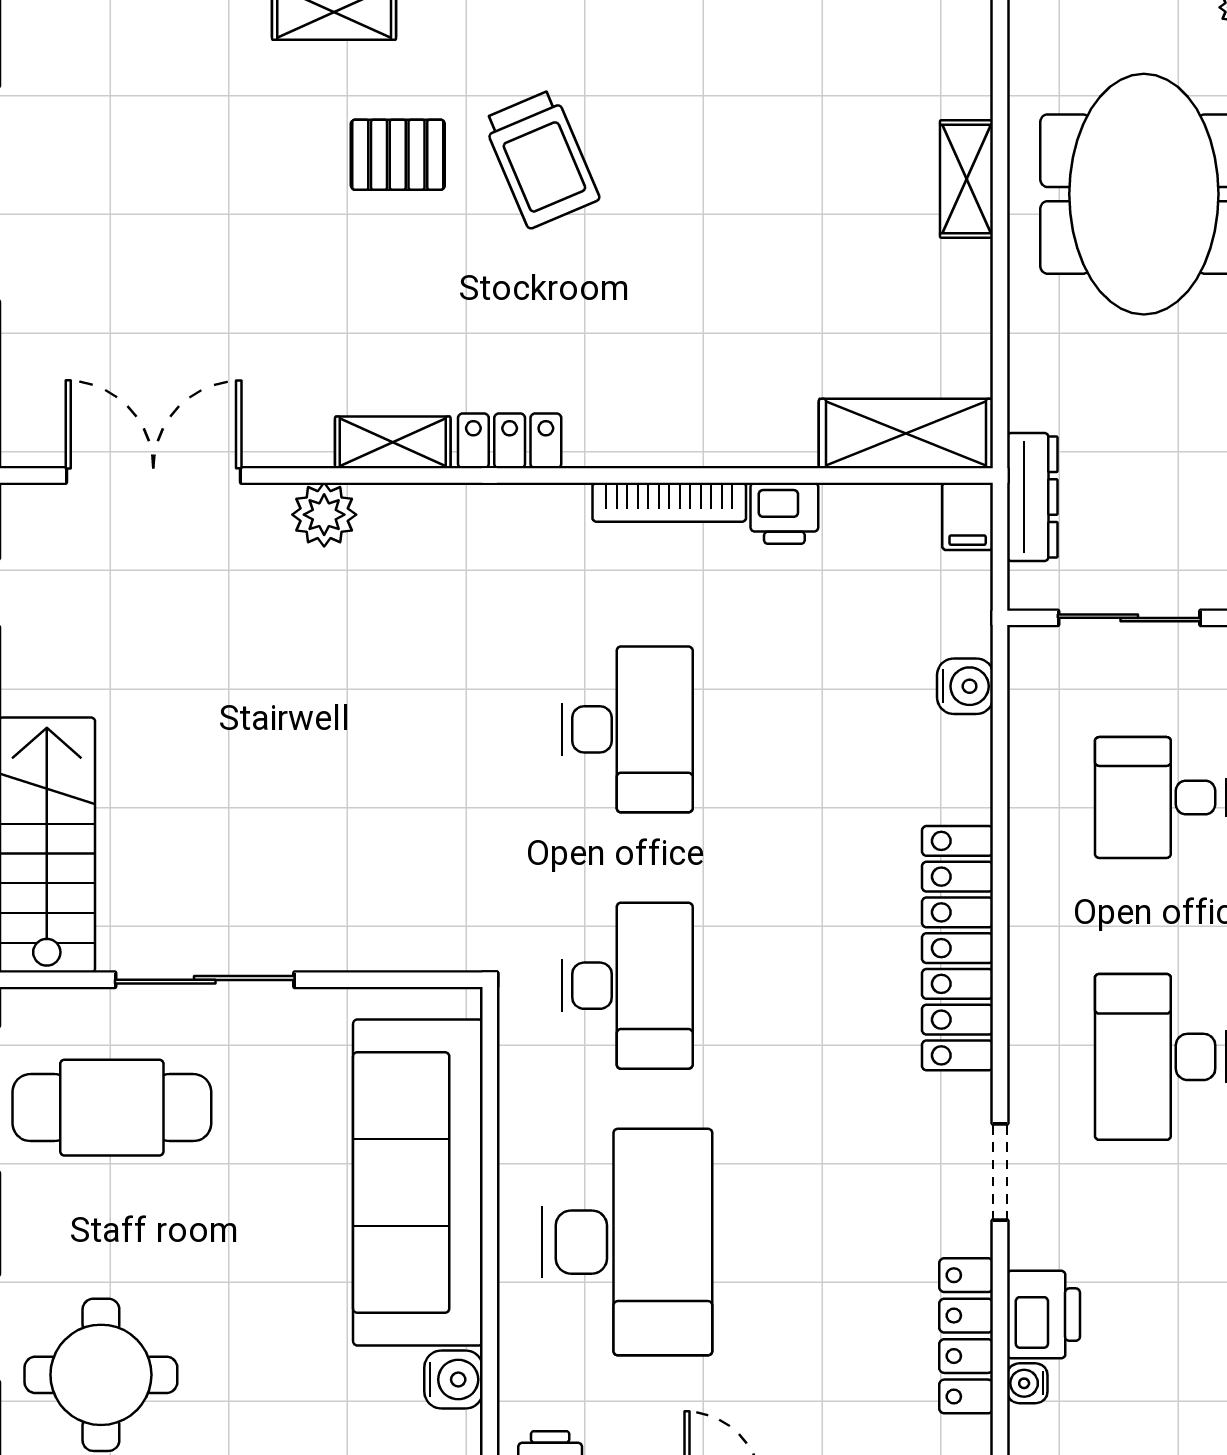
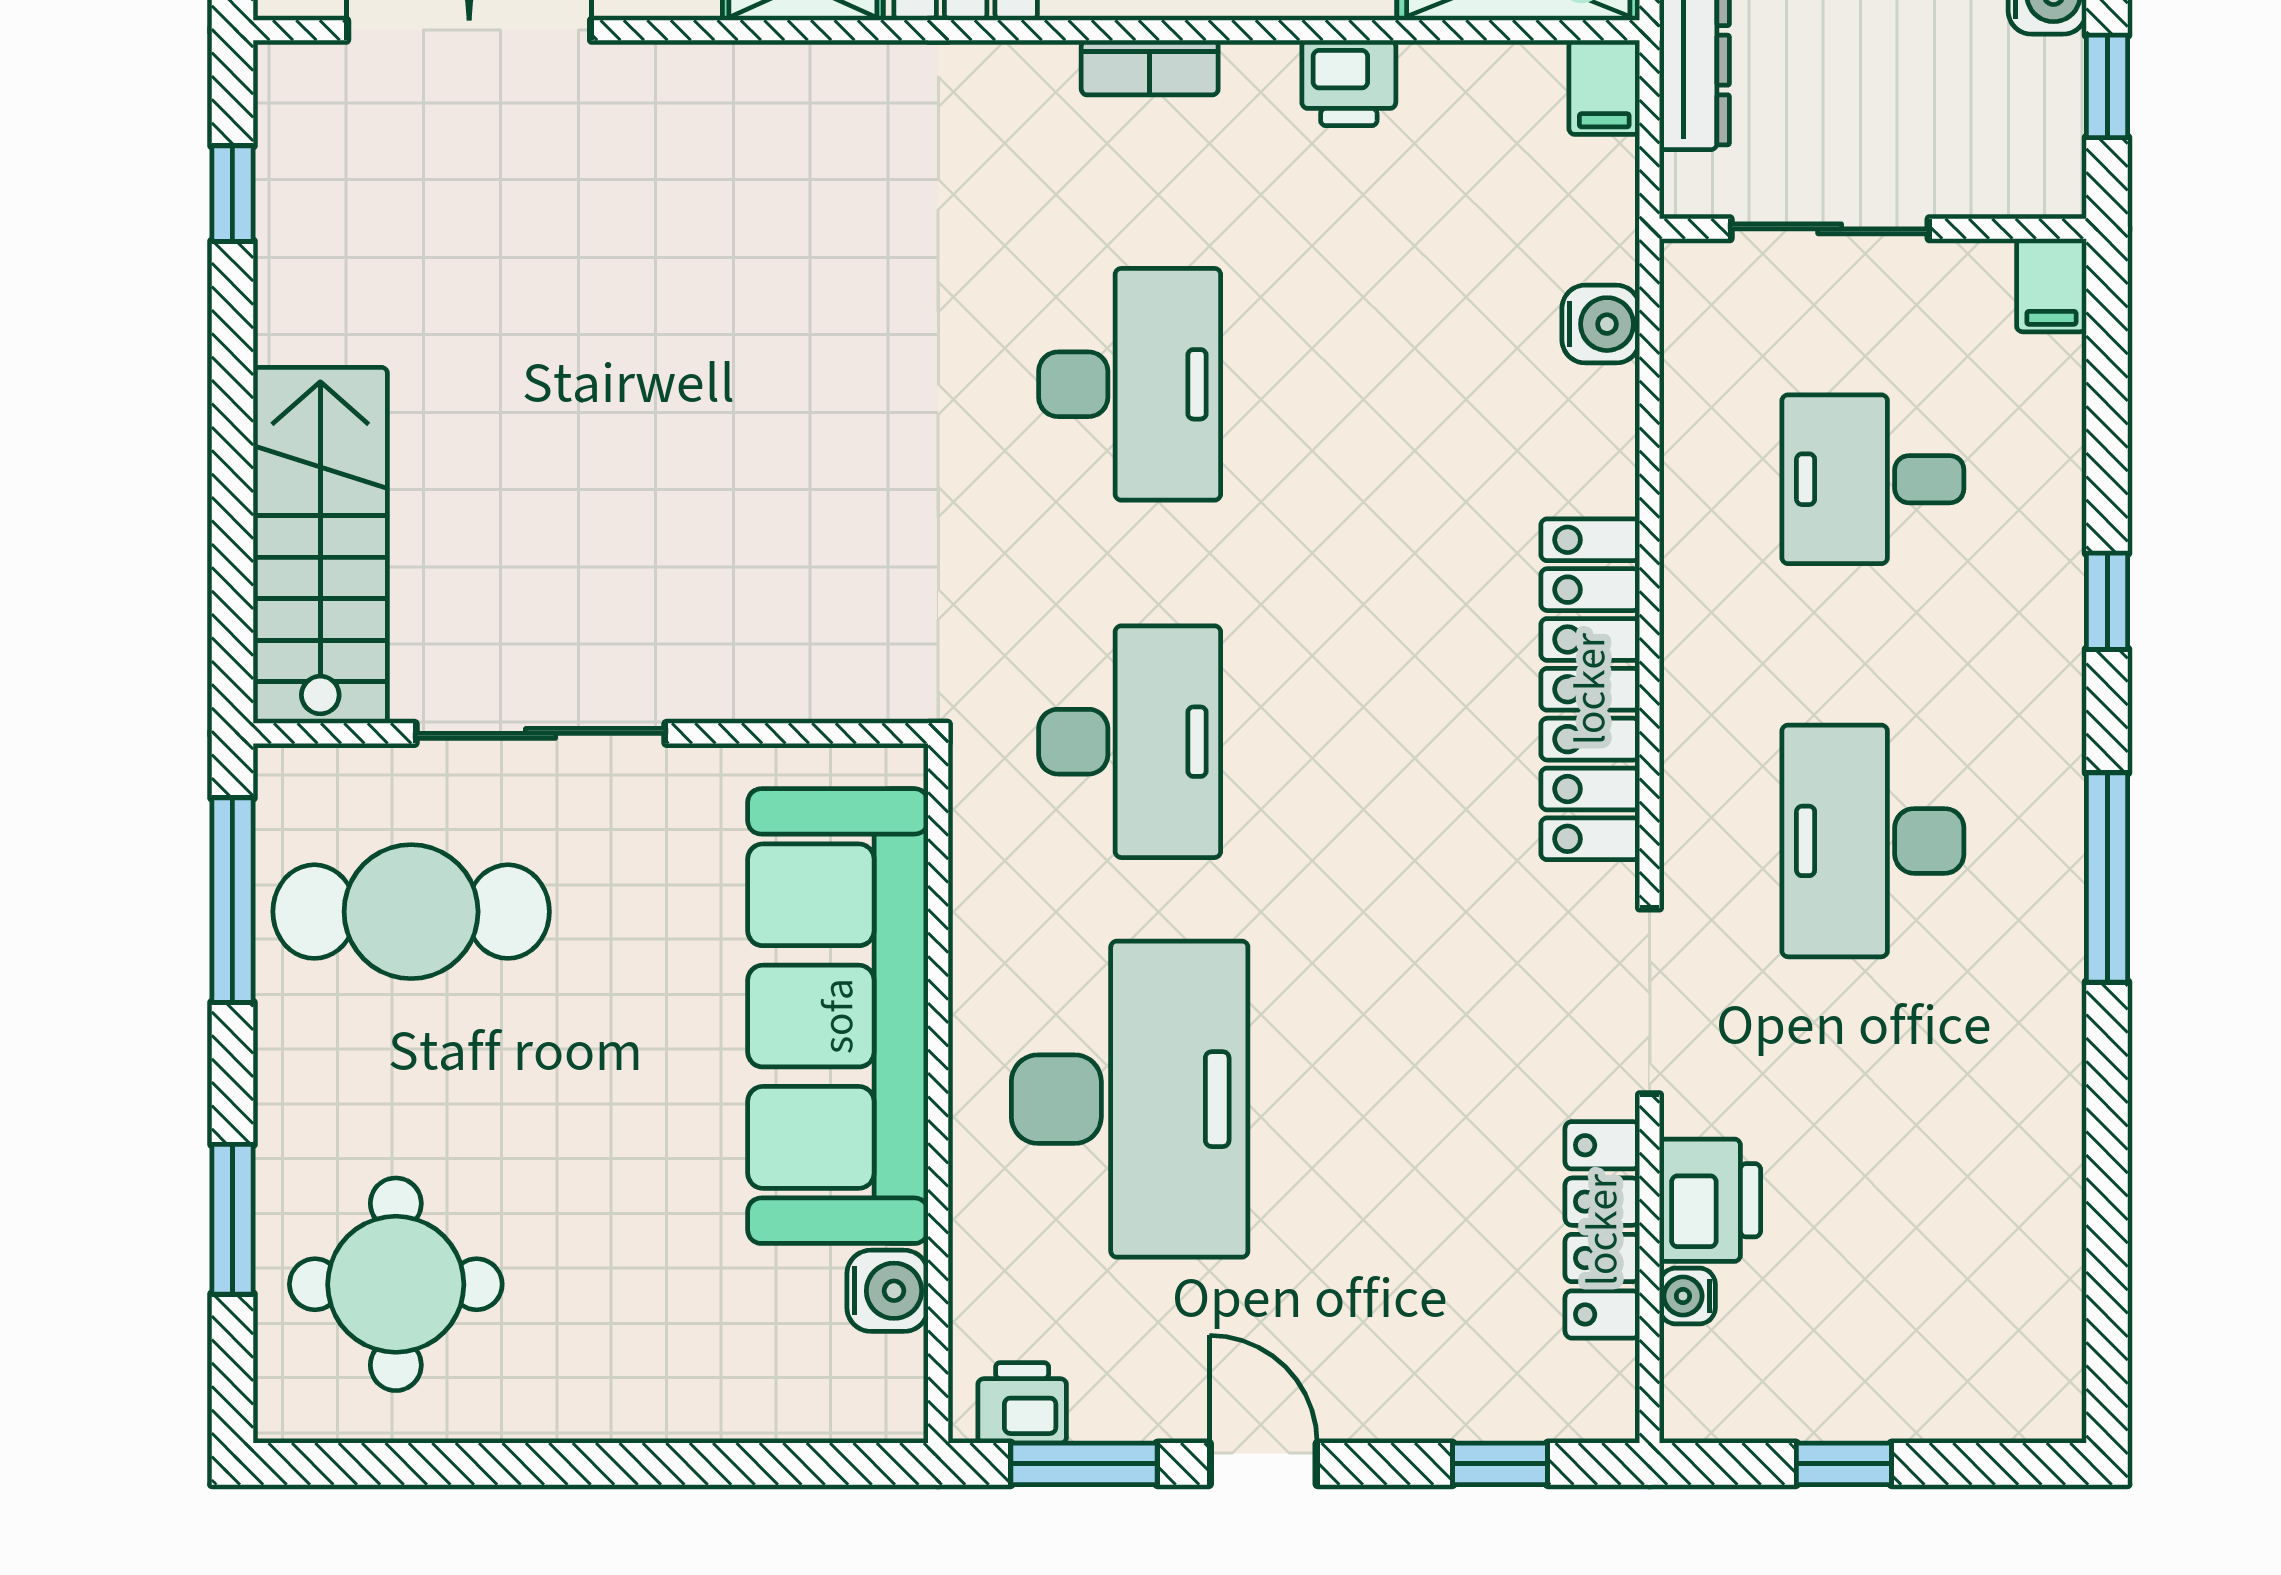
bookcase: (669, 502) -> (1150, 68), width x0.64
plant: (324, 515) -> (707, 85), removed
doorway: (1000, 1172) -> (1650, 1001), width x1.38

